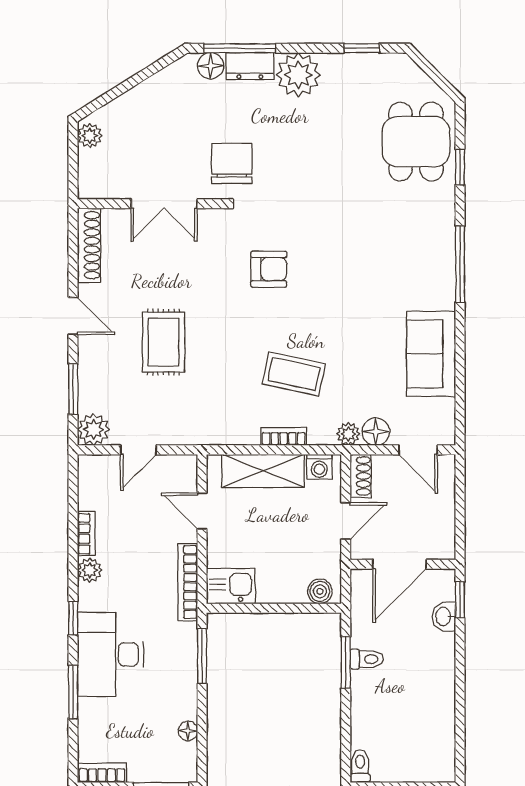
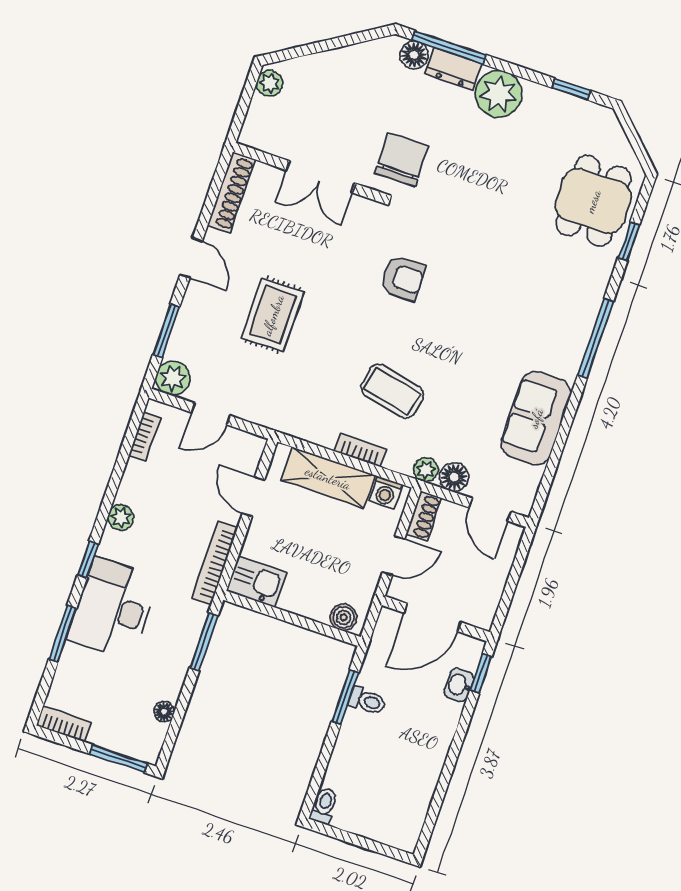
bookcase: (86, 534) -> (145, 436), moved

